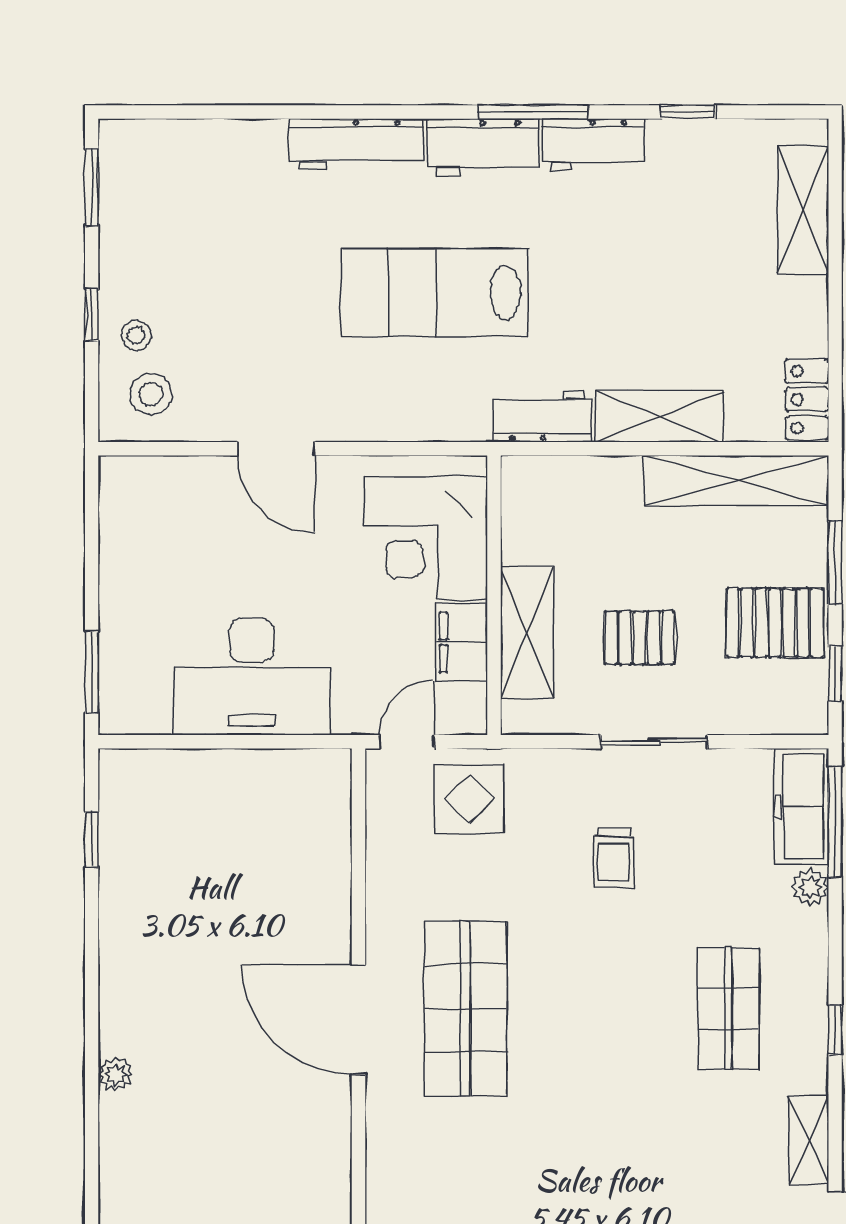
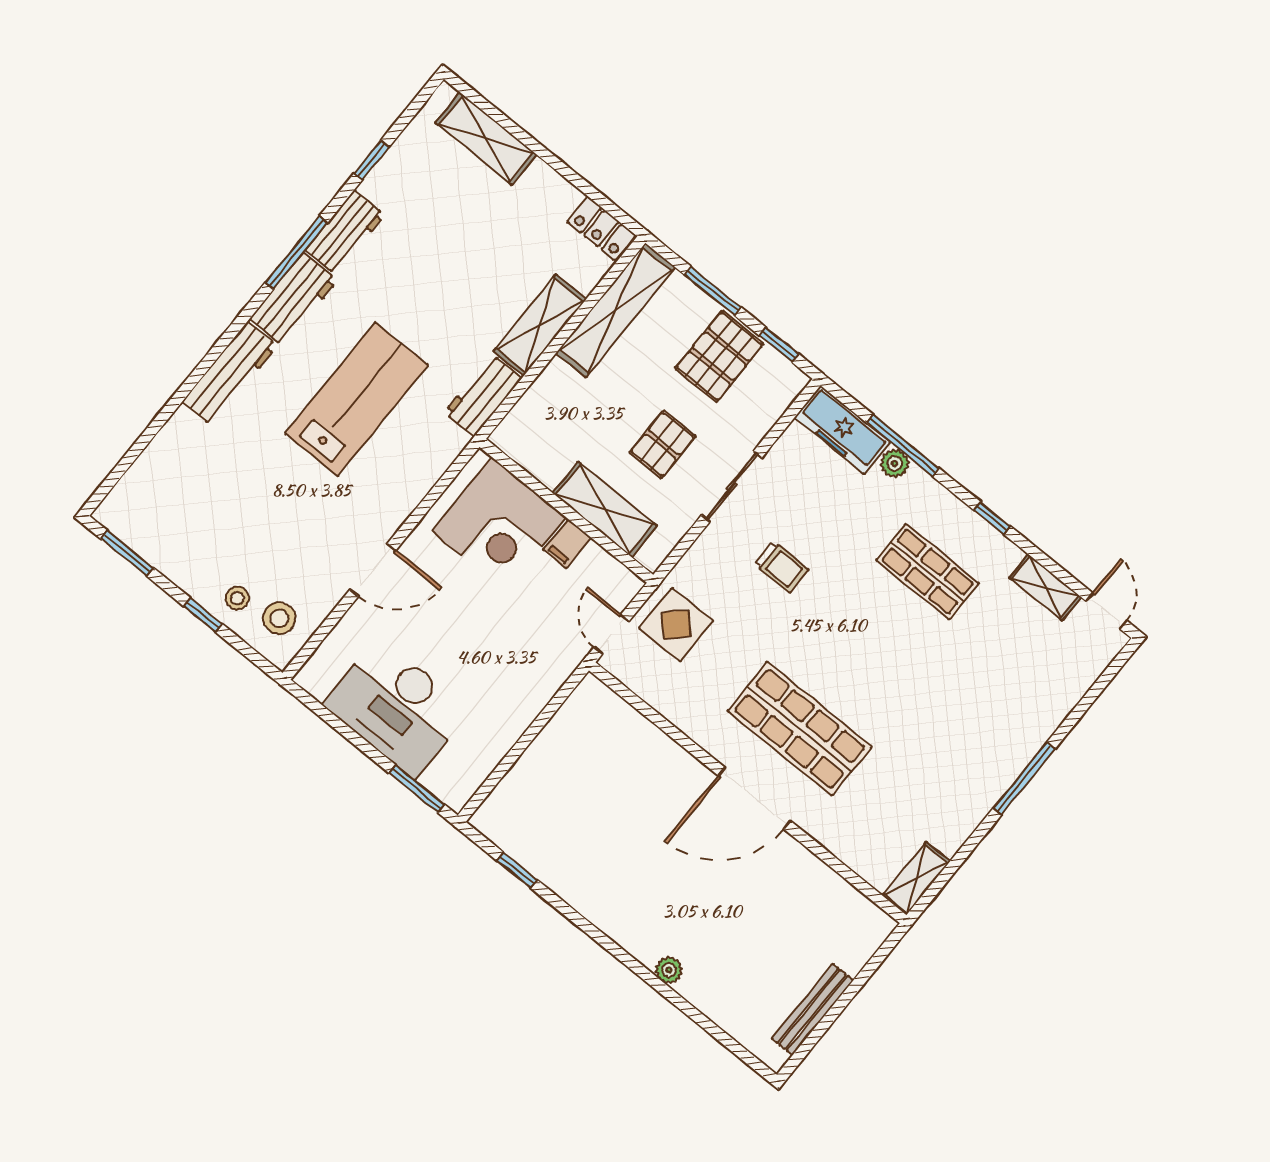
lab bench: (435, 292) -> (356, 399), turned 180
filing cabinet: (462, 642) -> (567, 544), width x0.50
desk: (252, 676) -> (397, 707), moved, turned 90
window: (835, 822) -> (903, 445), moved

